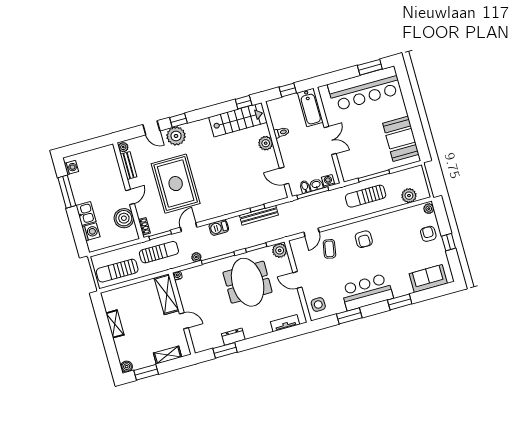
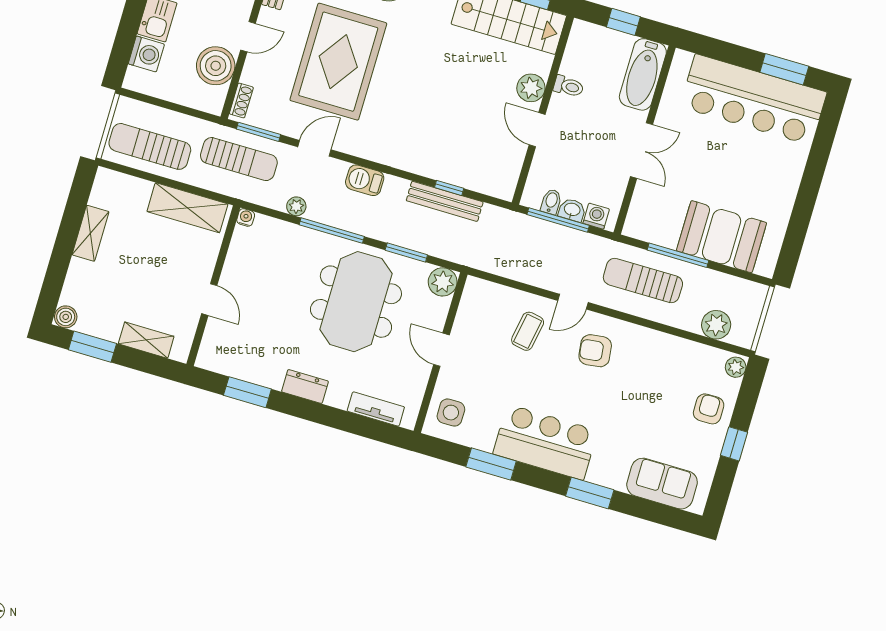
booth: (401, 139) -> (722, 237), moved, turned 90
door: (284, 176) -> (537, 130), moved
door: (311, 232) -> (573, 302), moved
armchair: (364, 239) -> (595, 351), turned 83
shelving: (167, 294) -> (187, 208), moved, turned 90
dresser: (233, 337) -> (305, 387), moved

